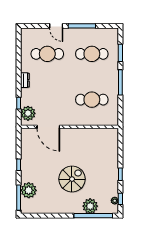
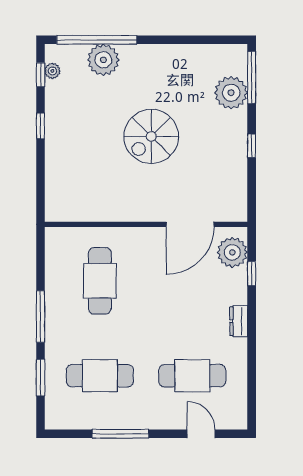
door: (56, 26) -> (201, 434), moved
cafe table: (92, 100) -> (100, 281), turned 90
door: (48, 127) -> (190, 224), swing flipped
spiral stairs: (72, 179) -> (151, 136), moved

